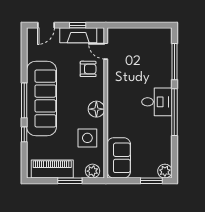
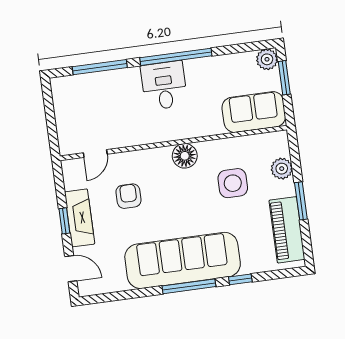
door: (106, 51) -> (95, 153), moved
wall: (106, 103) -> (173, 143), moved
floor lamp: (96, 109) -> (185, 156), moved
sofa: (119, 158) -> (254, 112), moved

